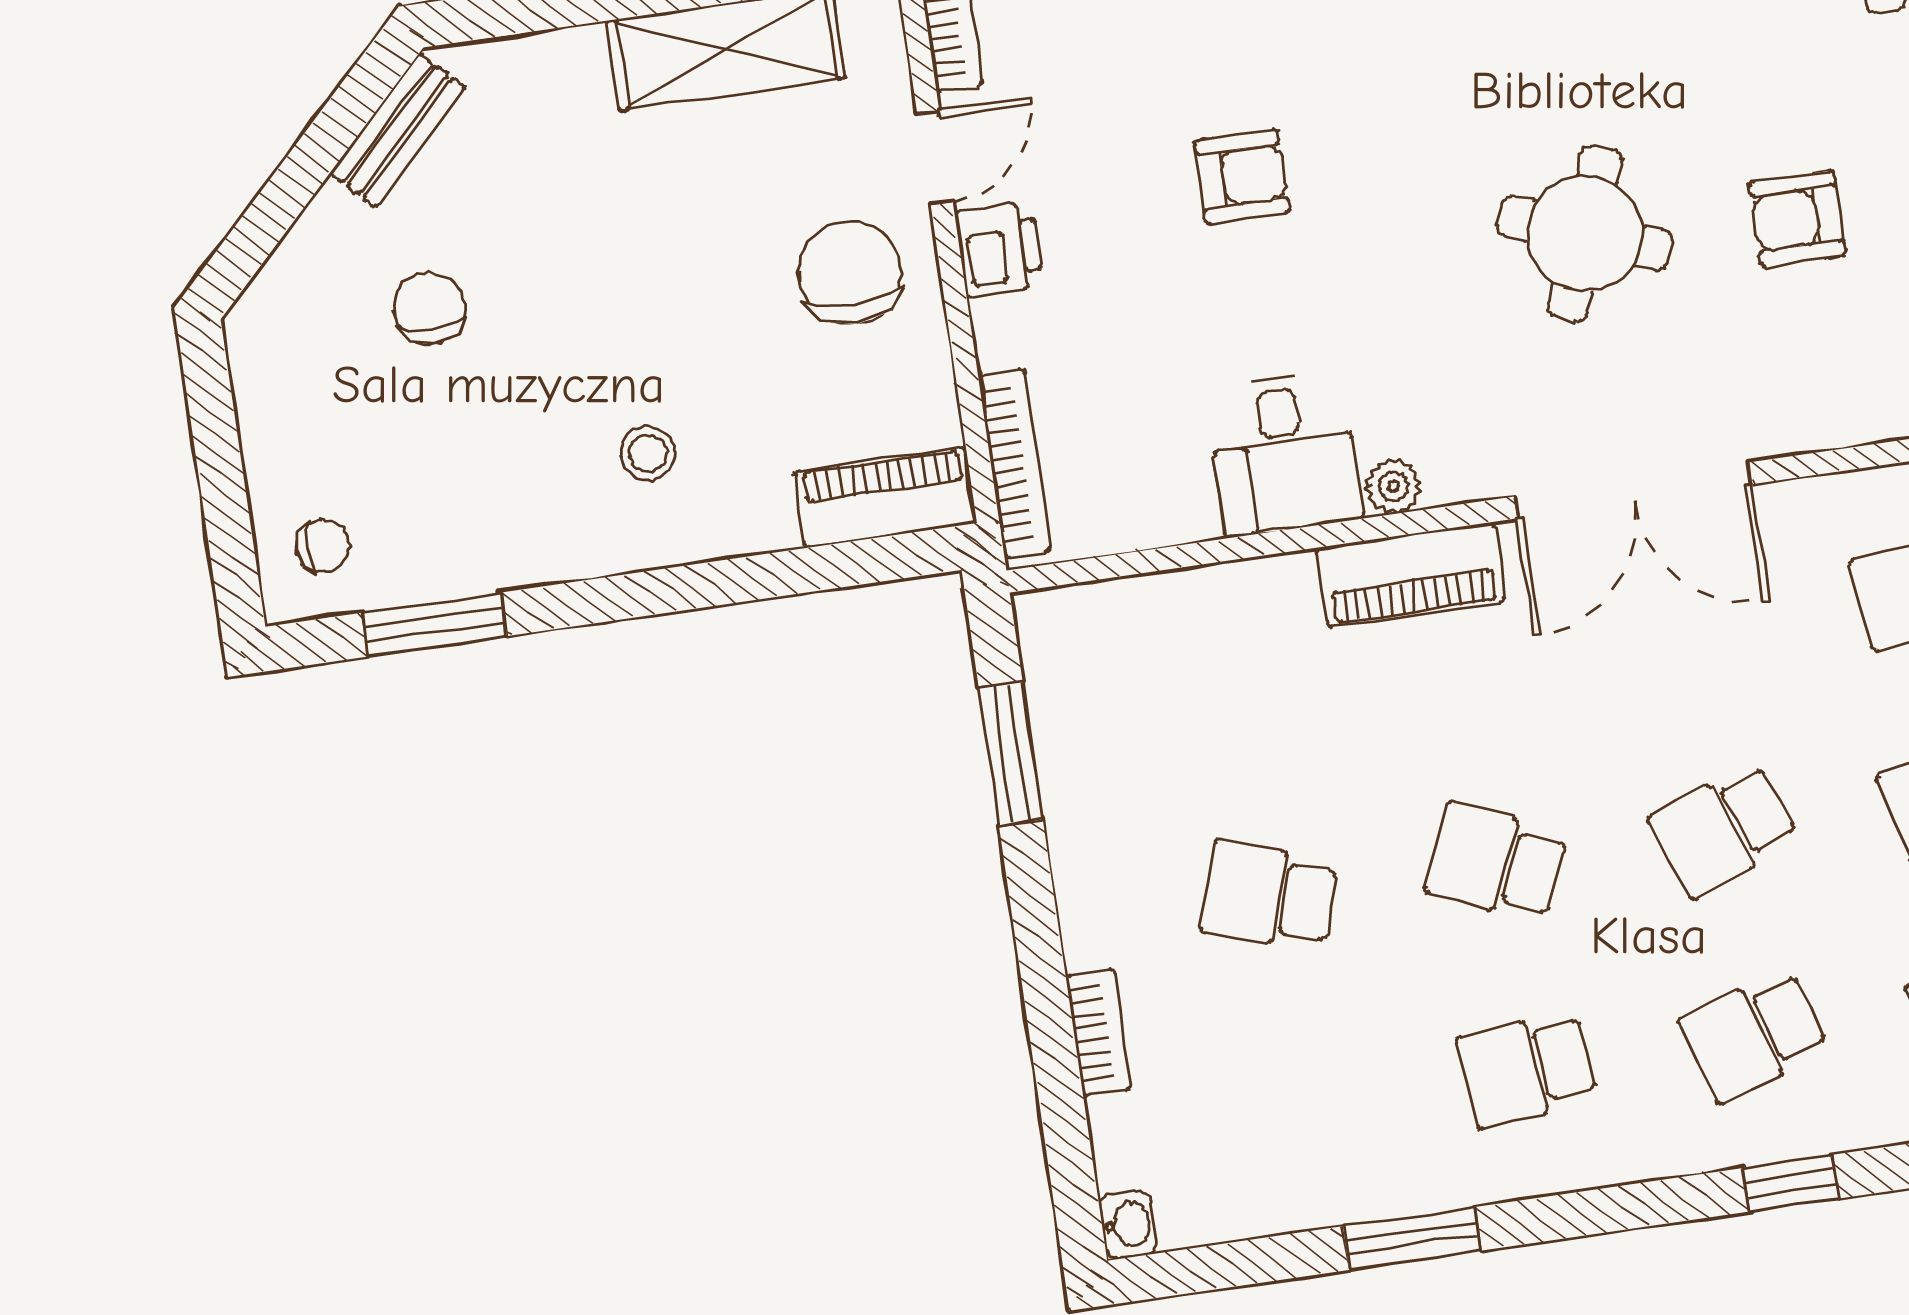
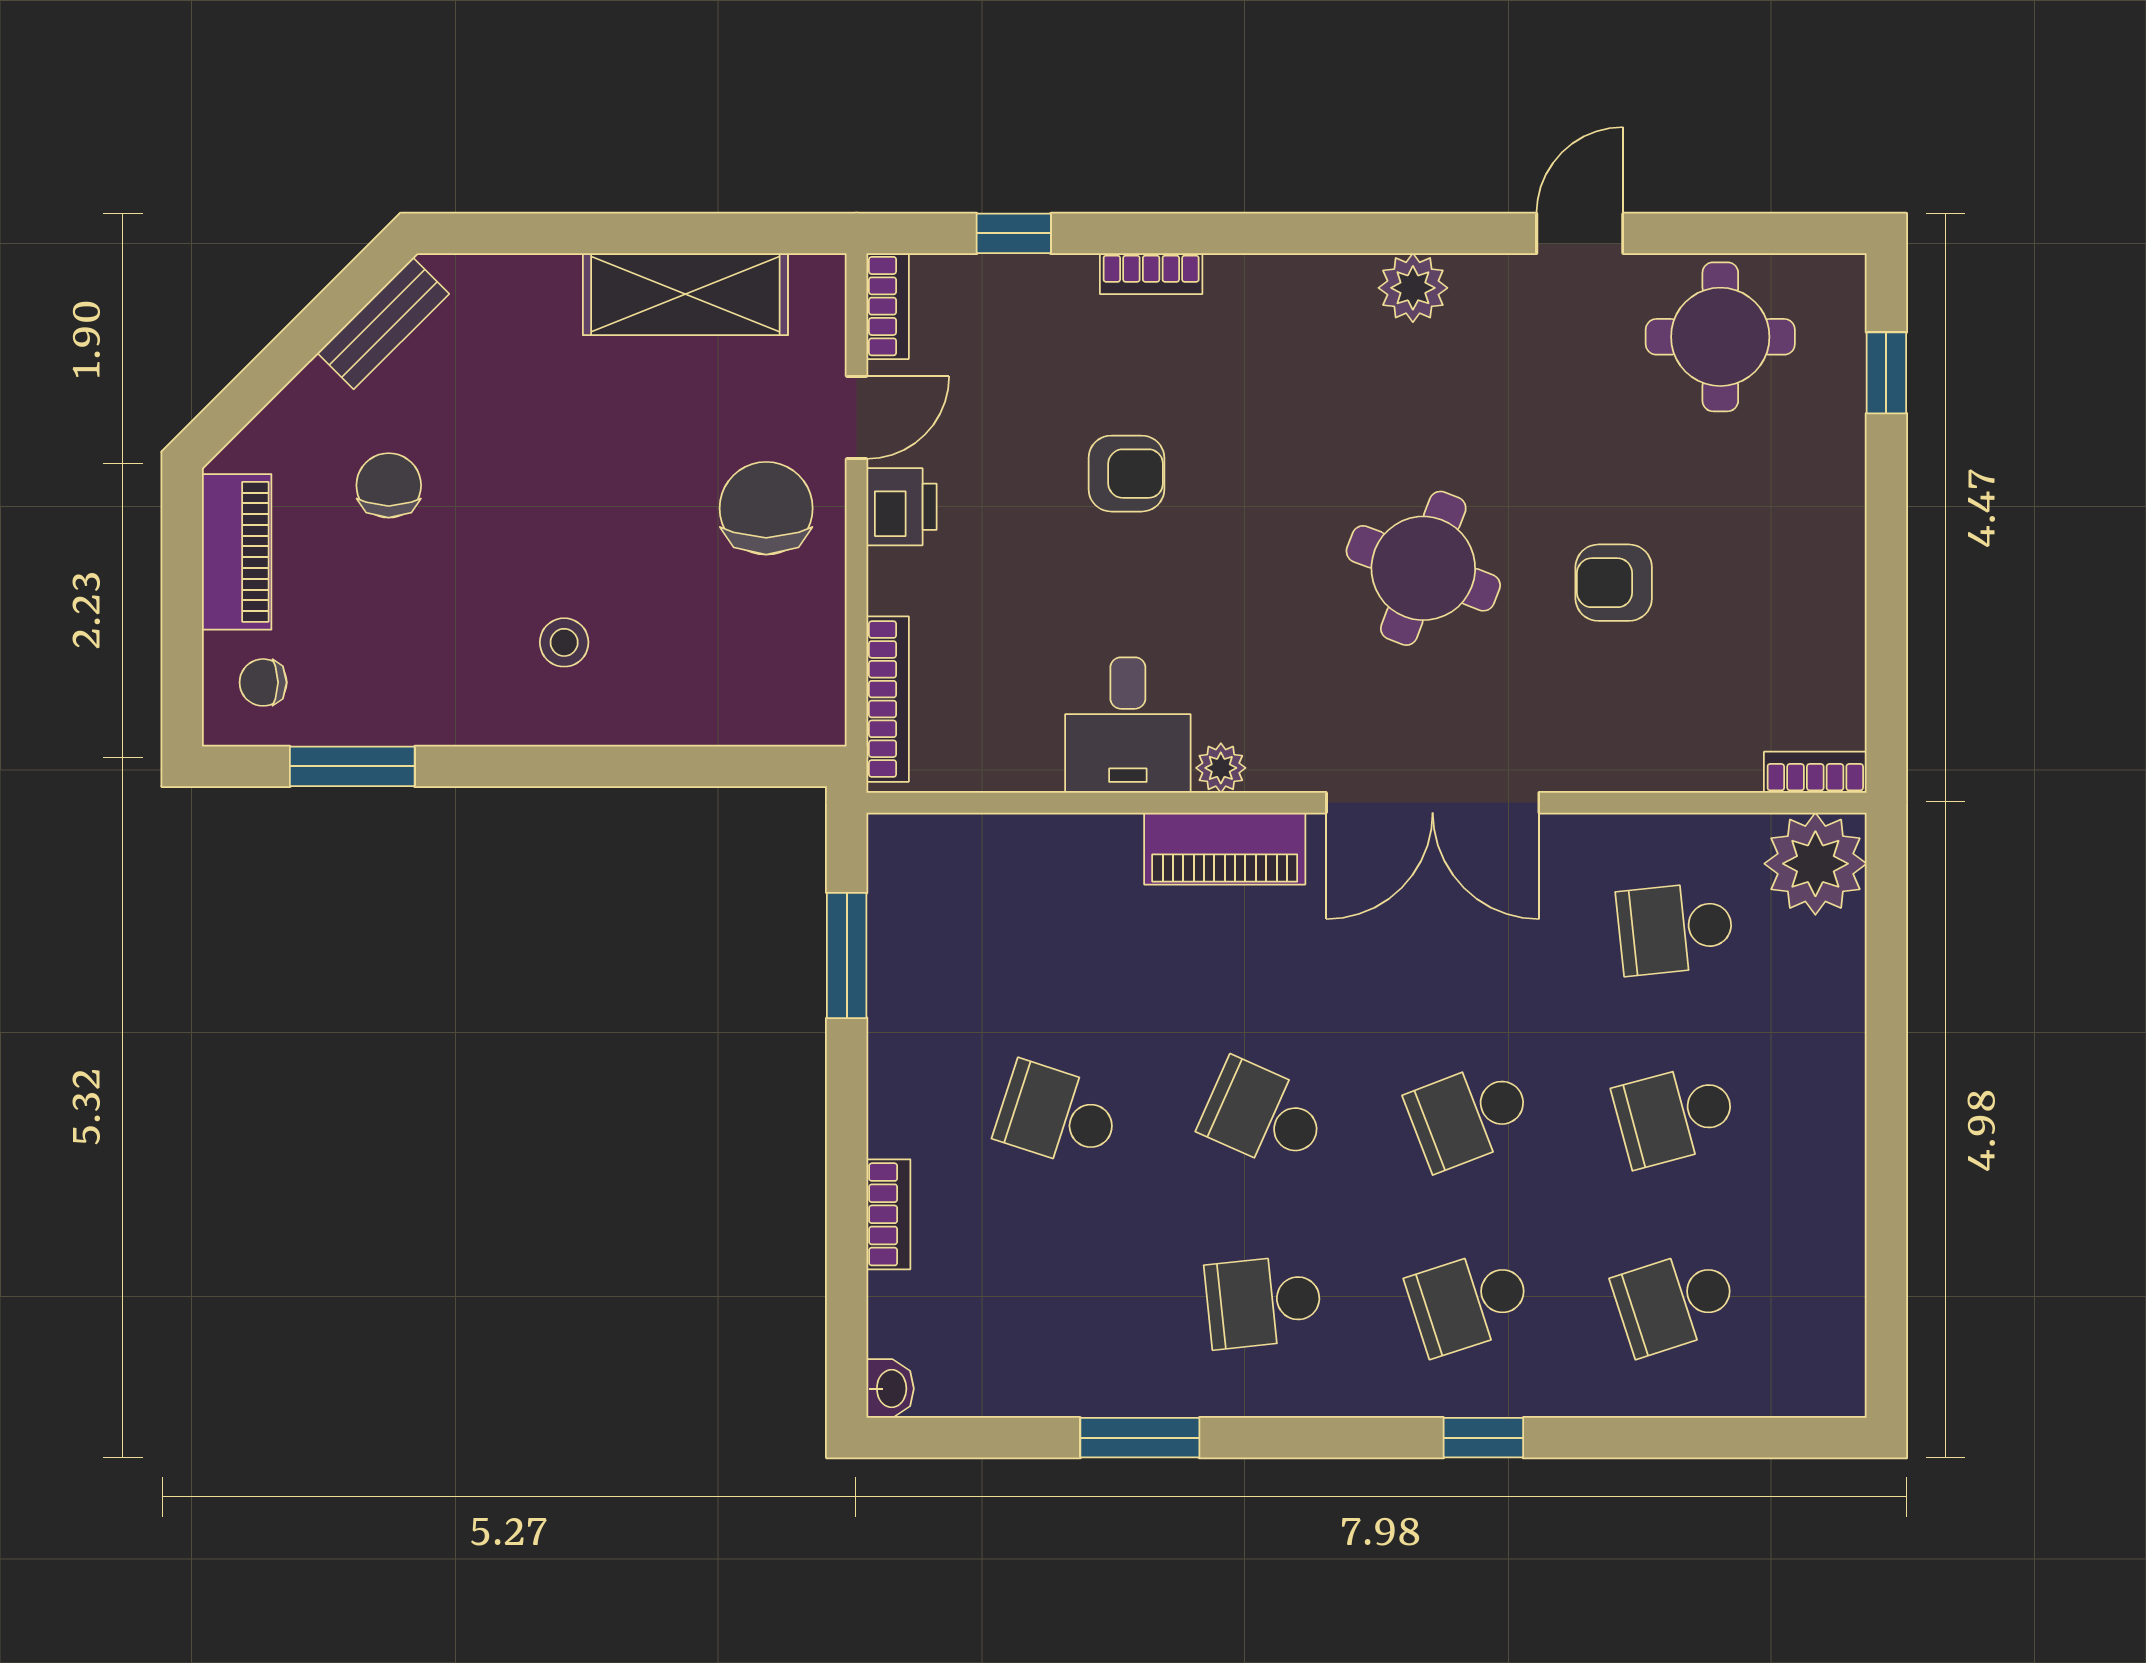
piano: (886, 497) -> (237, 552), moved, turned 90
chair: (323, 546) -> (263, 682), turned 180

